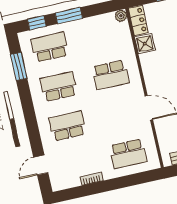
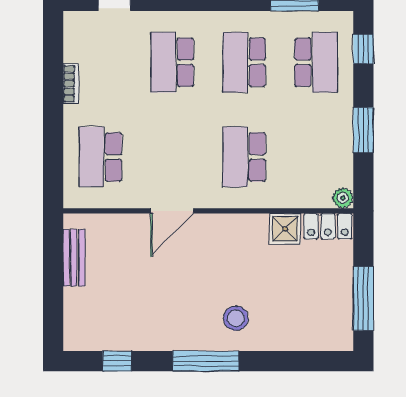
window: (69, 16) -> (363, 130), moved
school desk: (59, 86) -> (244, 62), turned 180
school desk: (67, 126) -> (172, 62), turned 180

